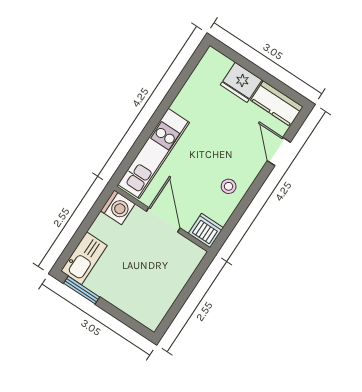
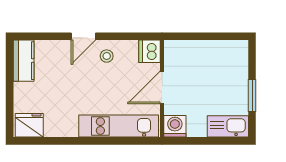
fridge: (241, 82) -> (29, 125), moved, turned -90
door: (279, 152) -> (83, 36), moved
window: (82, 290) -> (252, 95), moved

